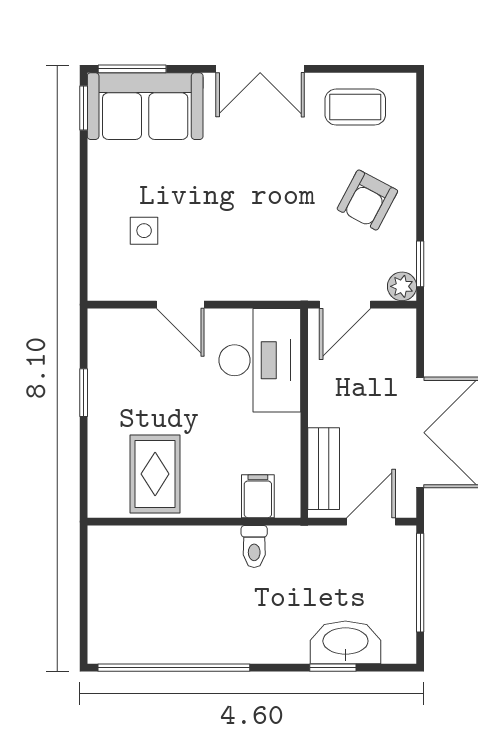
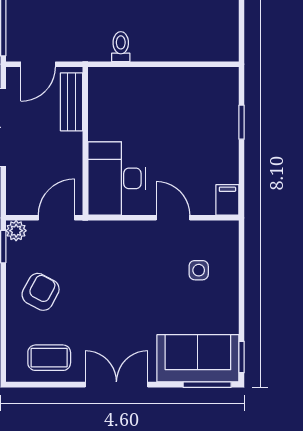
window: (84, 393) -> (242, 122), moved
rug: (155, 474) -> (191, 98), removed
filing cabinet: (258, 496) -> (227, 200), moved, turned 180

